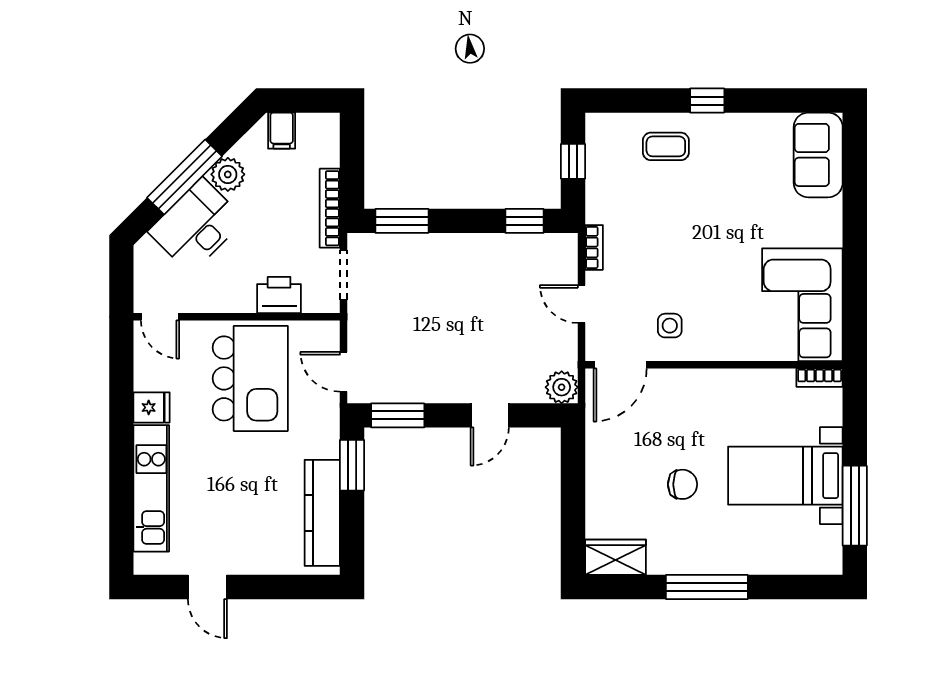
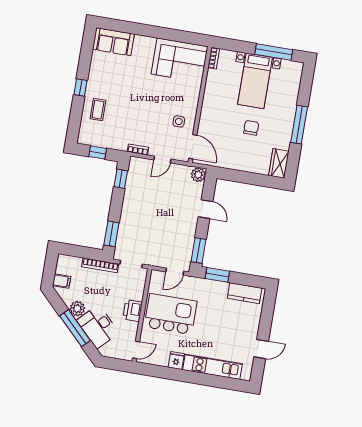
printer: (279, 295) -> (133, 311), moved
kitchen counter: (322, 513) -> (245, 293), width x0.67

